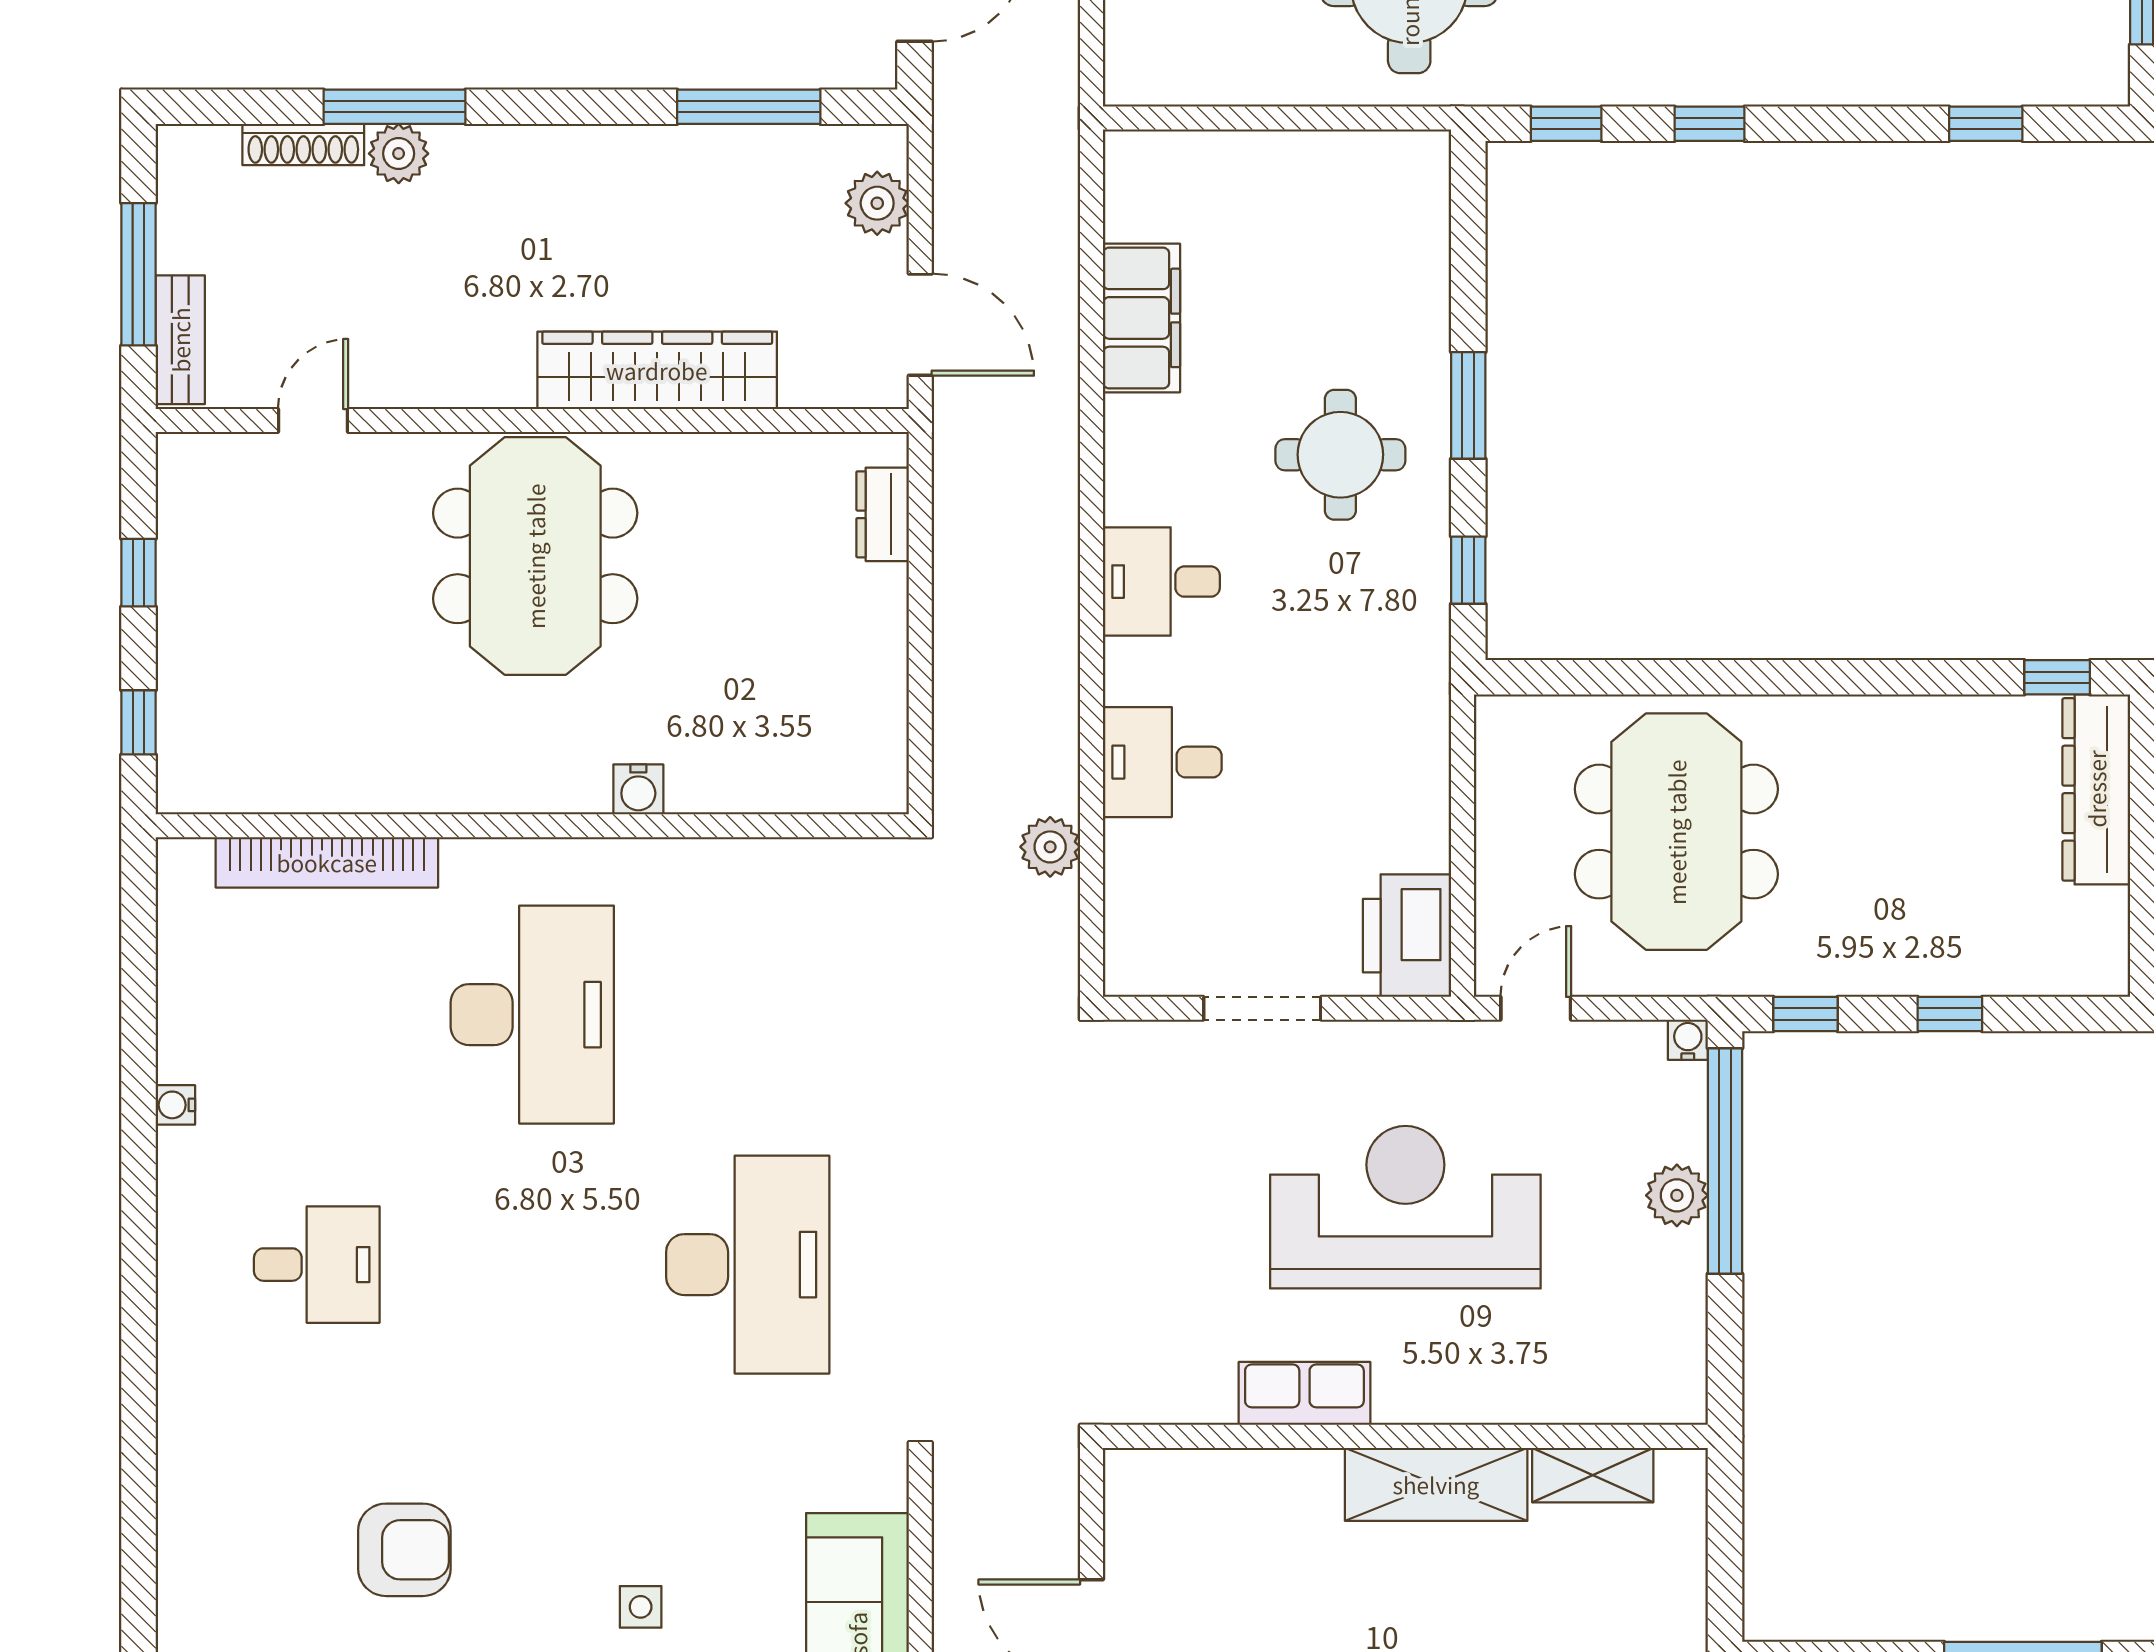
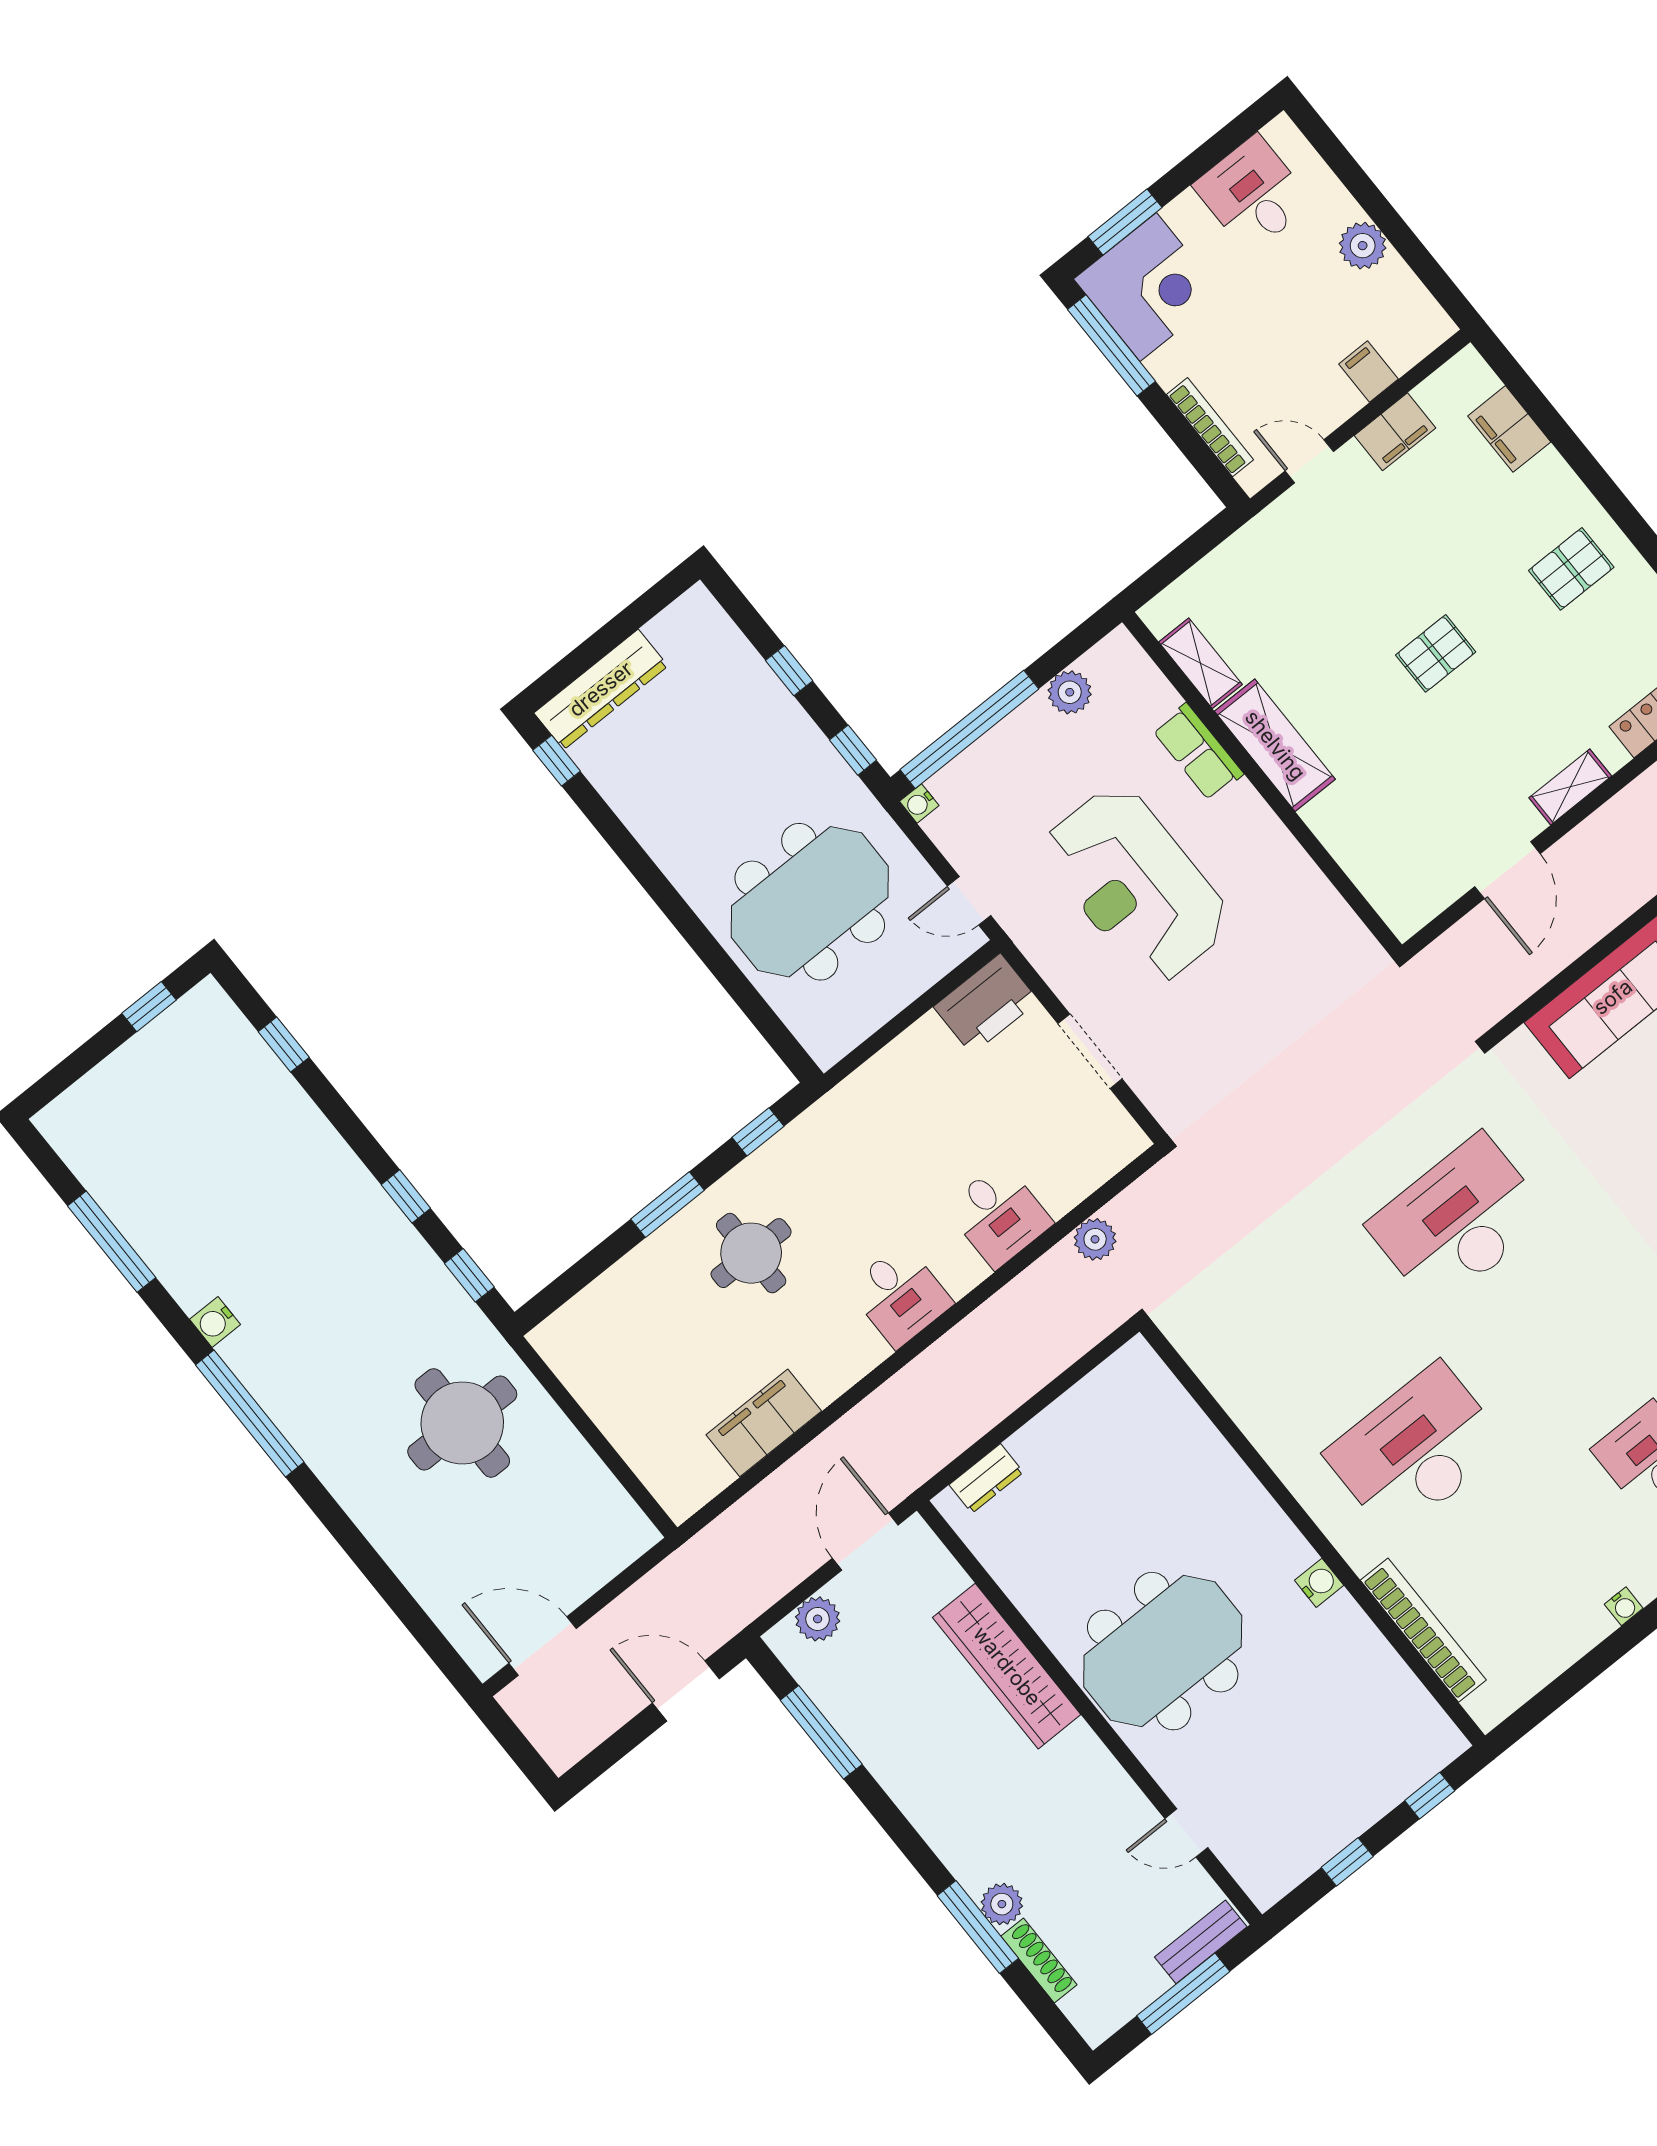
water cooler: (638, 789) -> (1319, 1583), moved
plant: (1677, 1195) -> (1070, 692), moved
row of seats: (1304, 1393) -> (1198, 752), moved

